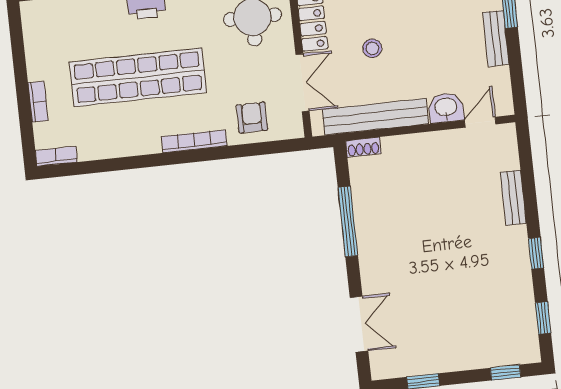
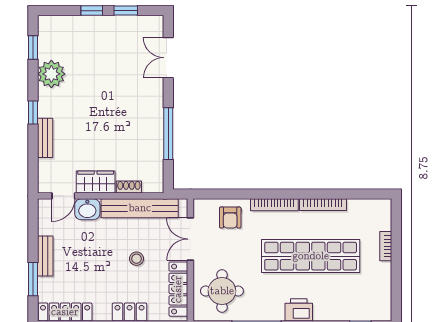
wardrobe: (439, 146) -> (96, 182), added
shoe rack: (363, 147) -> (129, 187), moved
bookcase: (56, 156) -> (323, 205), moved, width x1.56
window: (536, 253) -> (33, 113), moved
plant: (514, 285) -> (51, 74), added
window: (505, 372) -> (92, 11), moved

